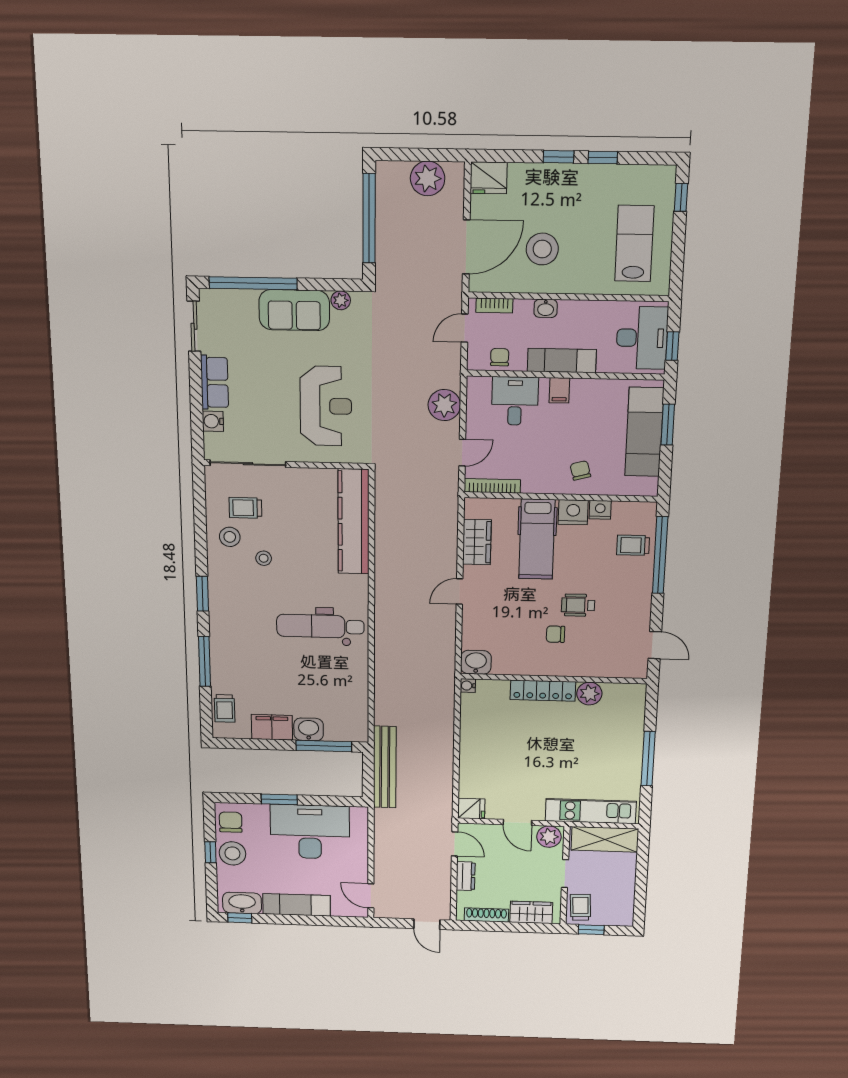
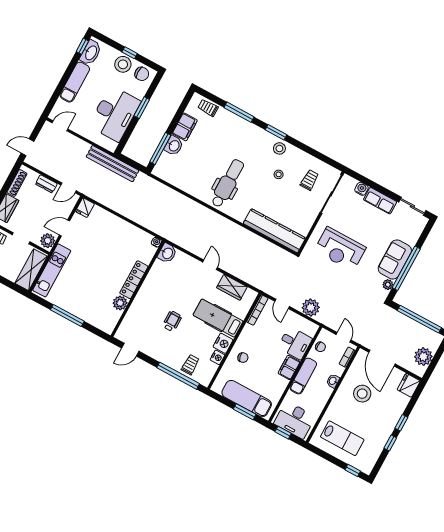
window: (253, 283) -> (406, 268), moved
filing cabinet: (559, 390) -> (289, 367), width x2.00
stool: (230, 537) -> (279, 148), moved
chair: (555, 634) -> (162, 302), removed
bench: (385, 767) -> (113, 164), moved

